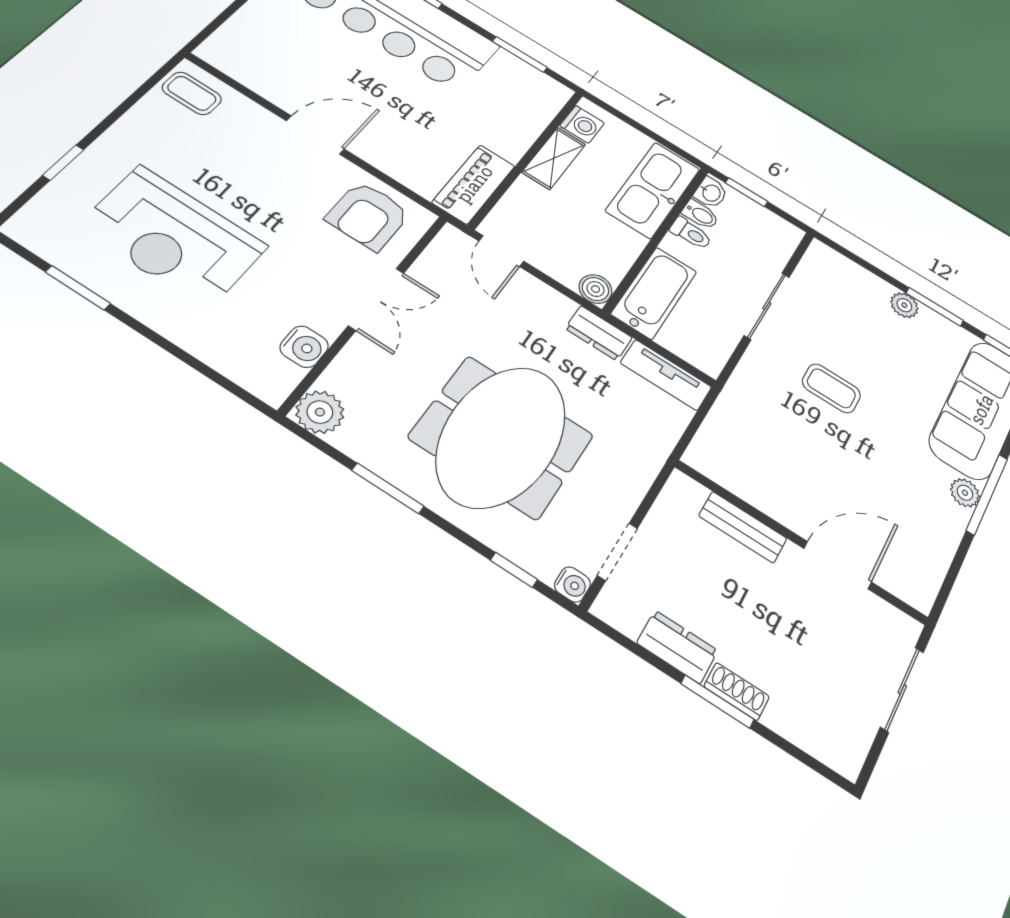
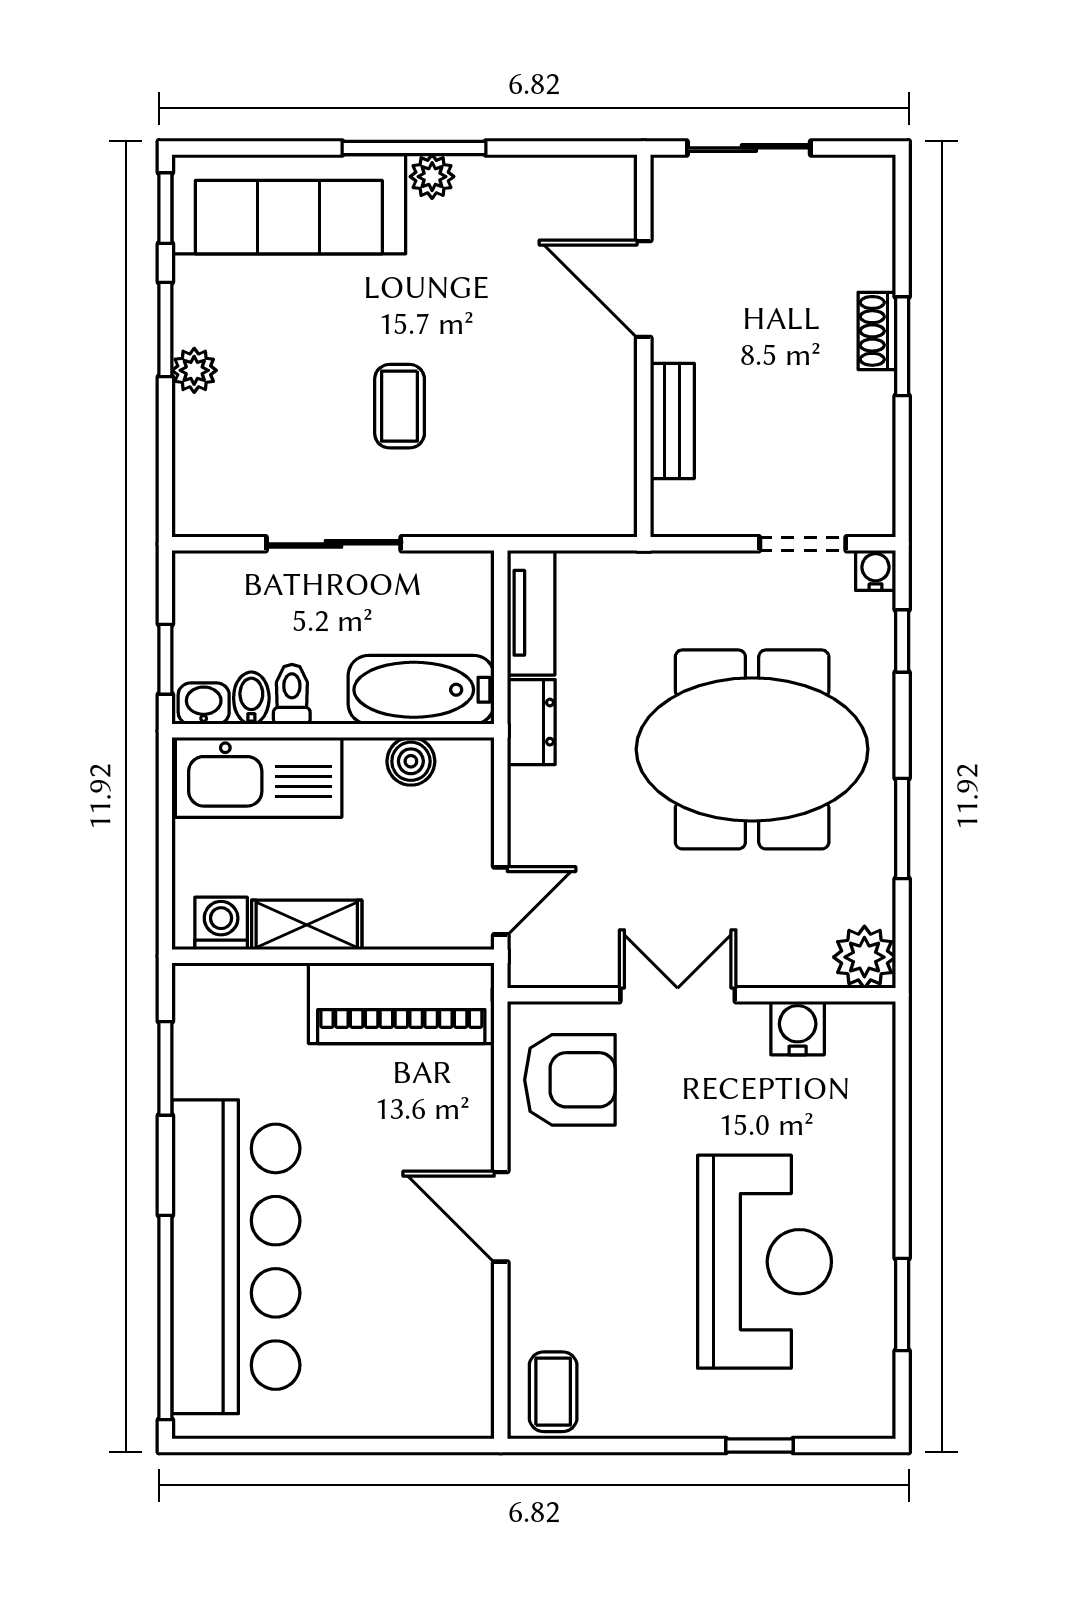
piano: (474, 184) -> (401, 1003), width x1.37, depth x1.33
boiler: (595, 289) -> (411, 761), moved
dresser: (677, 647) -> (869, 420), removed

